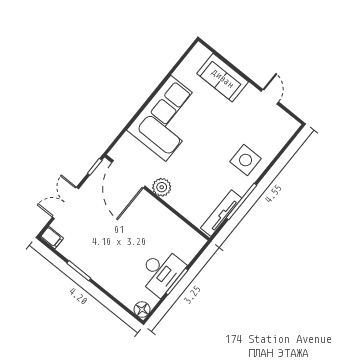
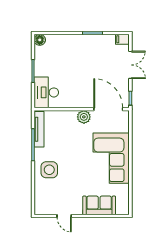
desk: (161, 272) -> (46, 92), moved

